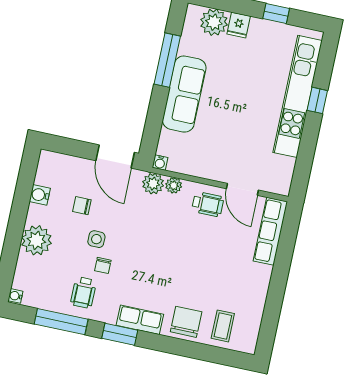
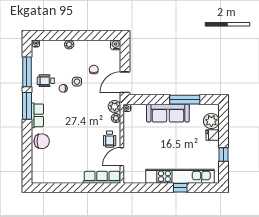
water cooler: (40, 195) -> (116, 45), moved
plant: (36, 240) -> (69, 44), width x0.53, depth x0.53
coffee table: (223, 326) -> (44, 162), removed
window: (120, 334) -> (27, 106), width x1.44

